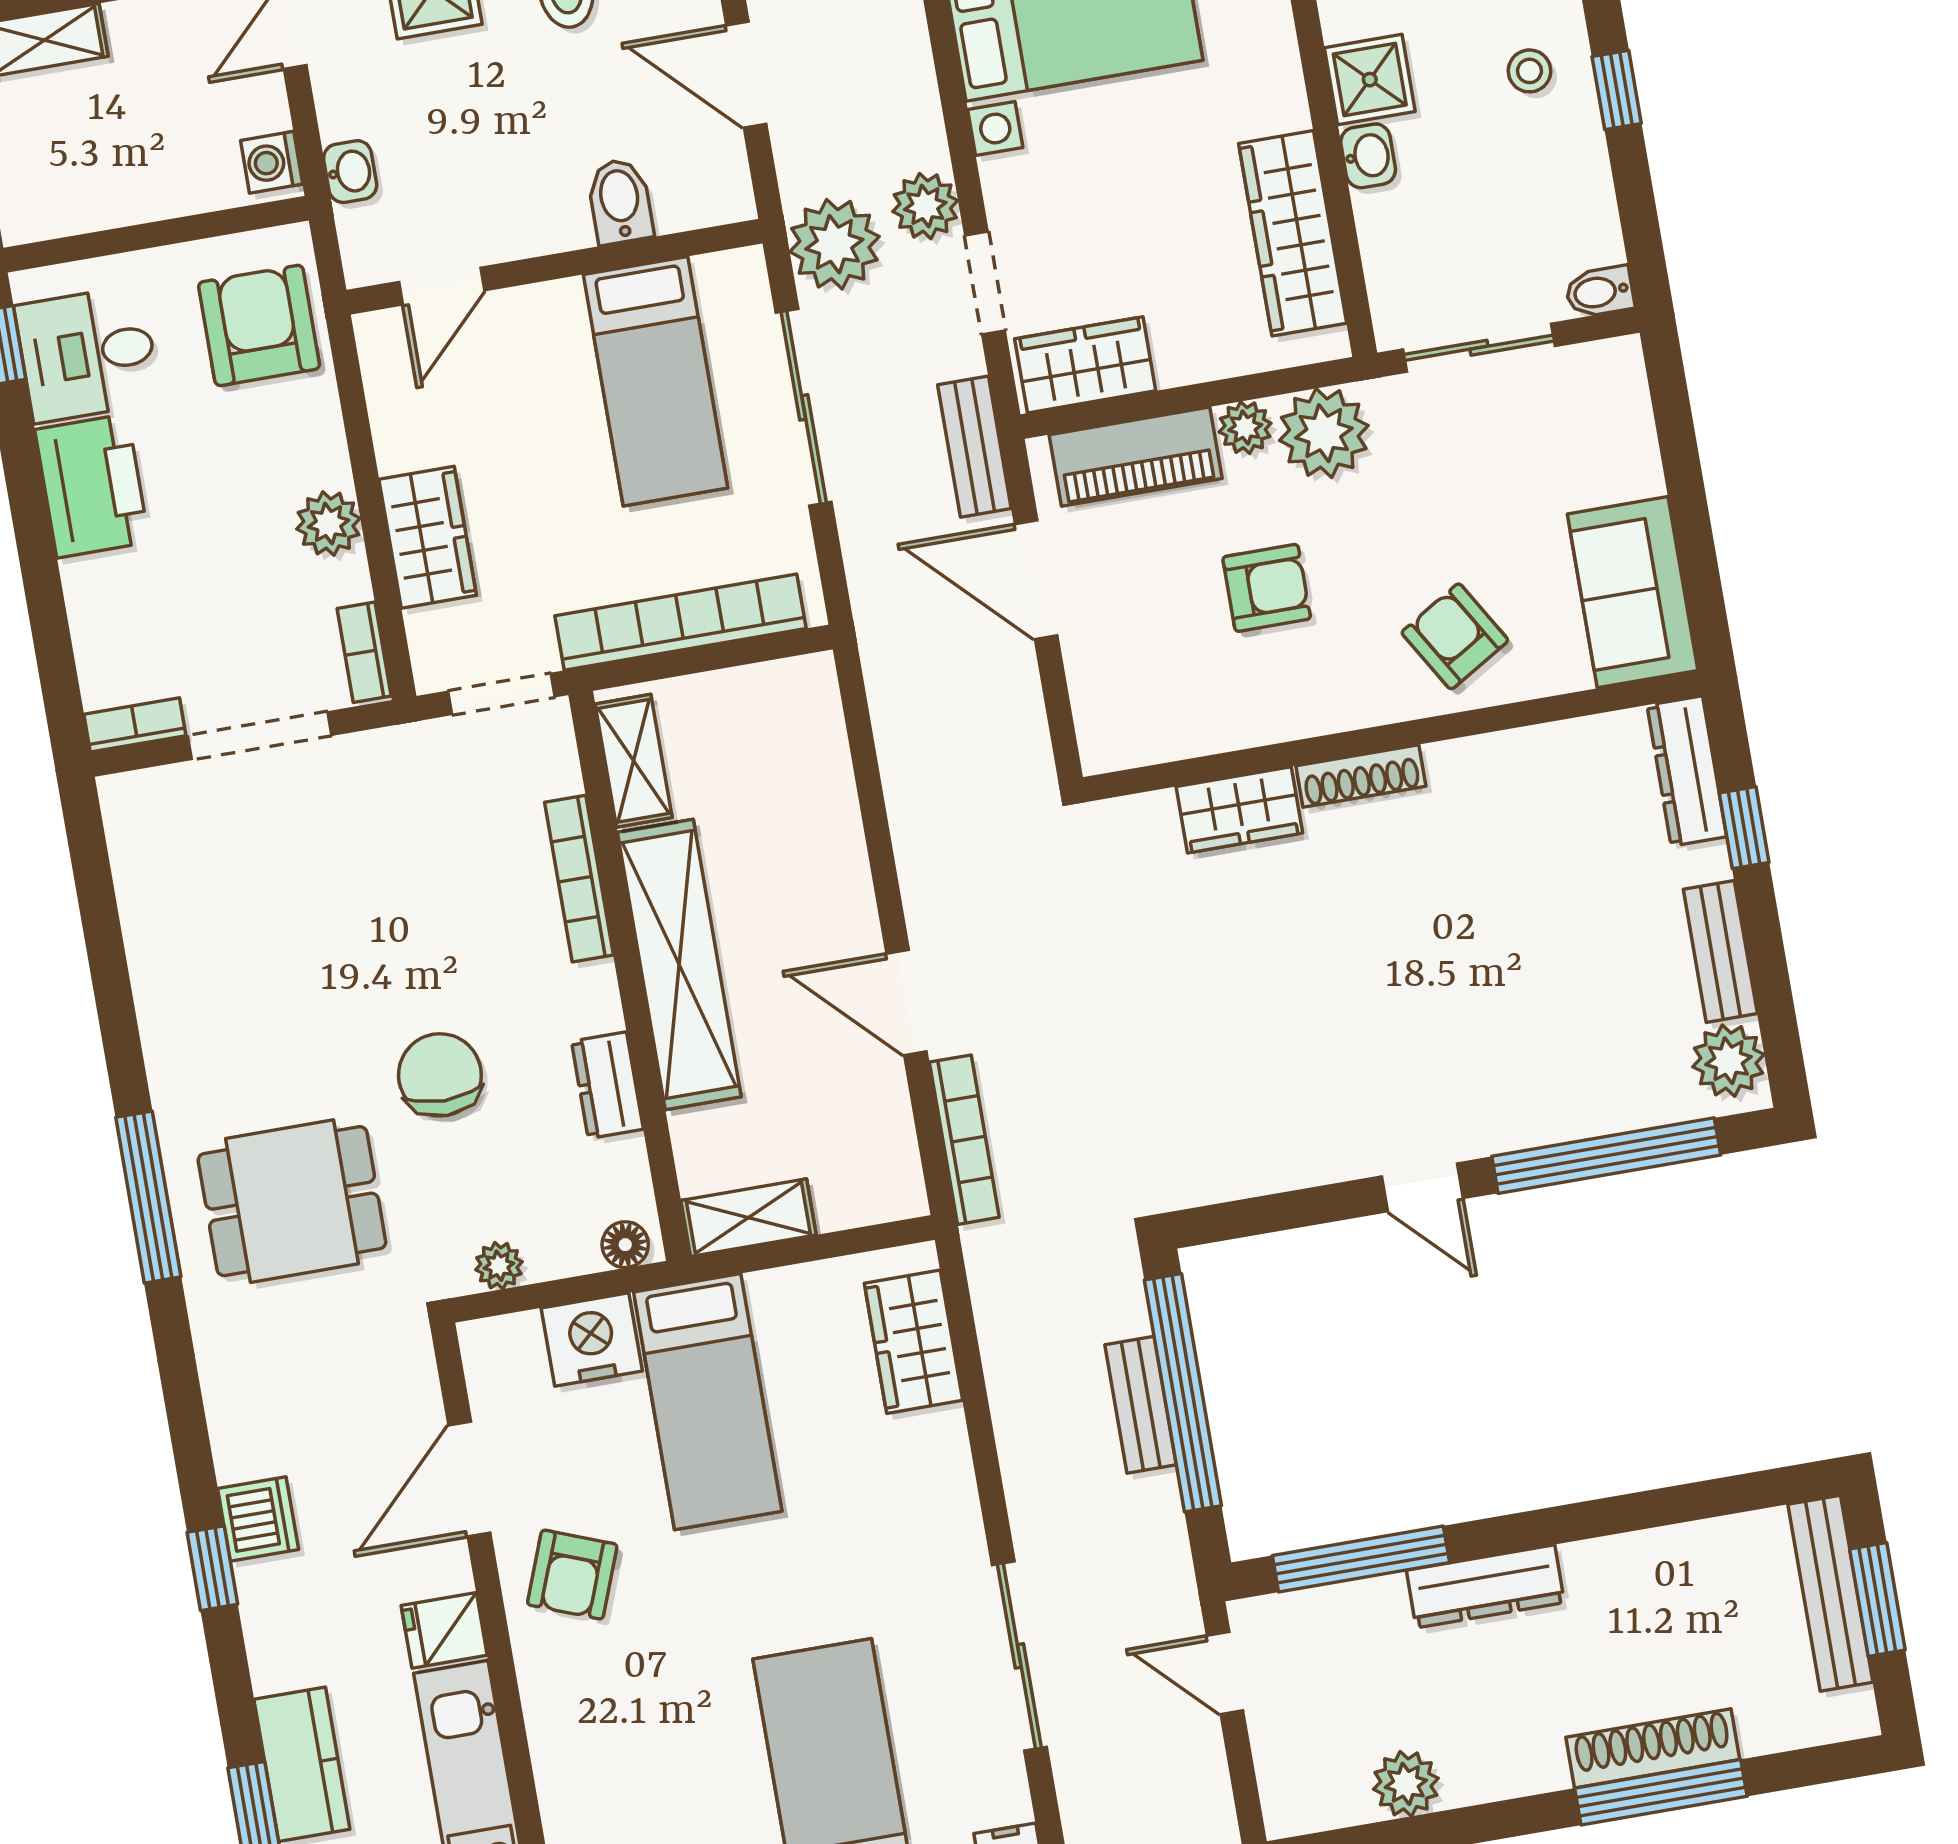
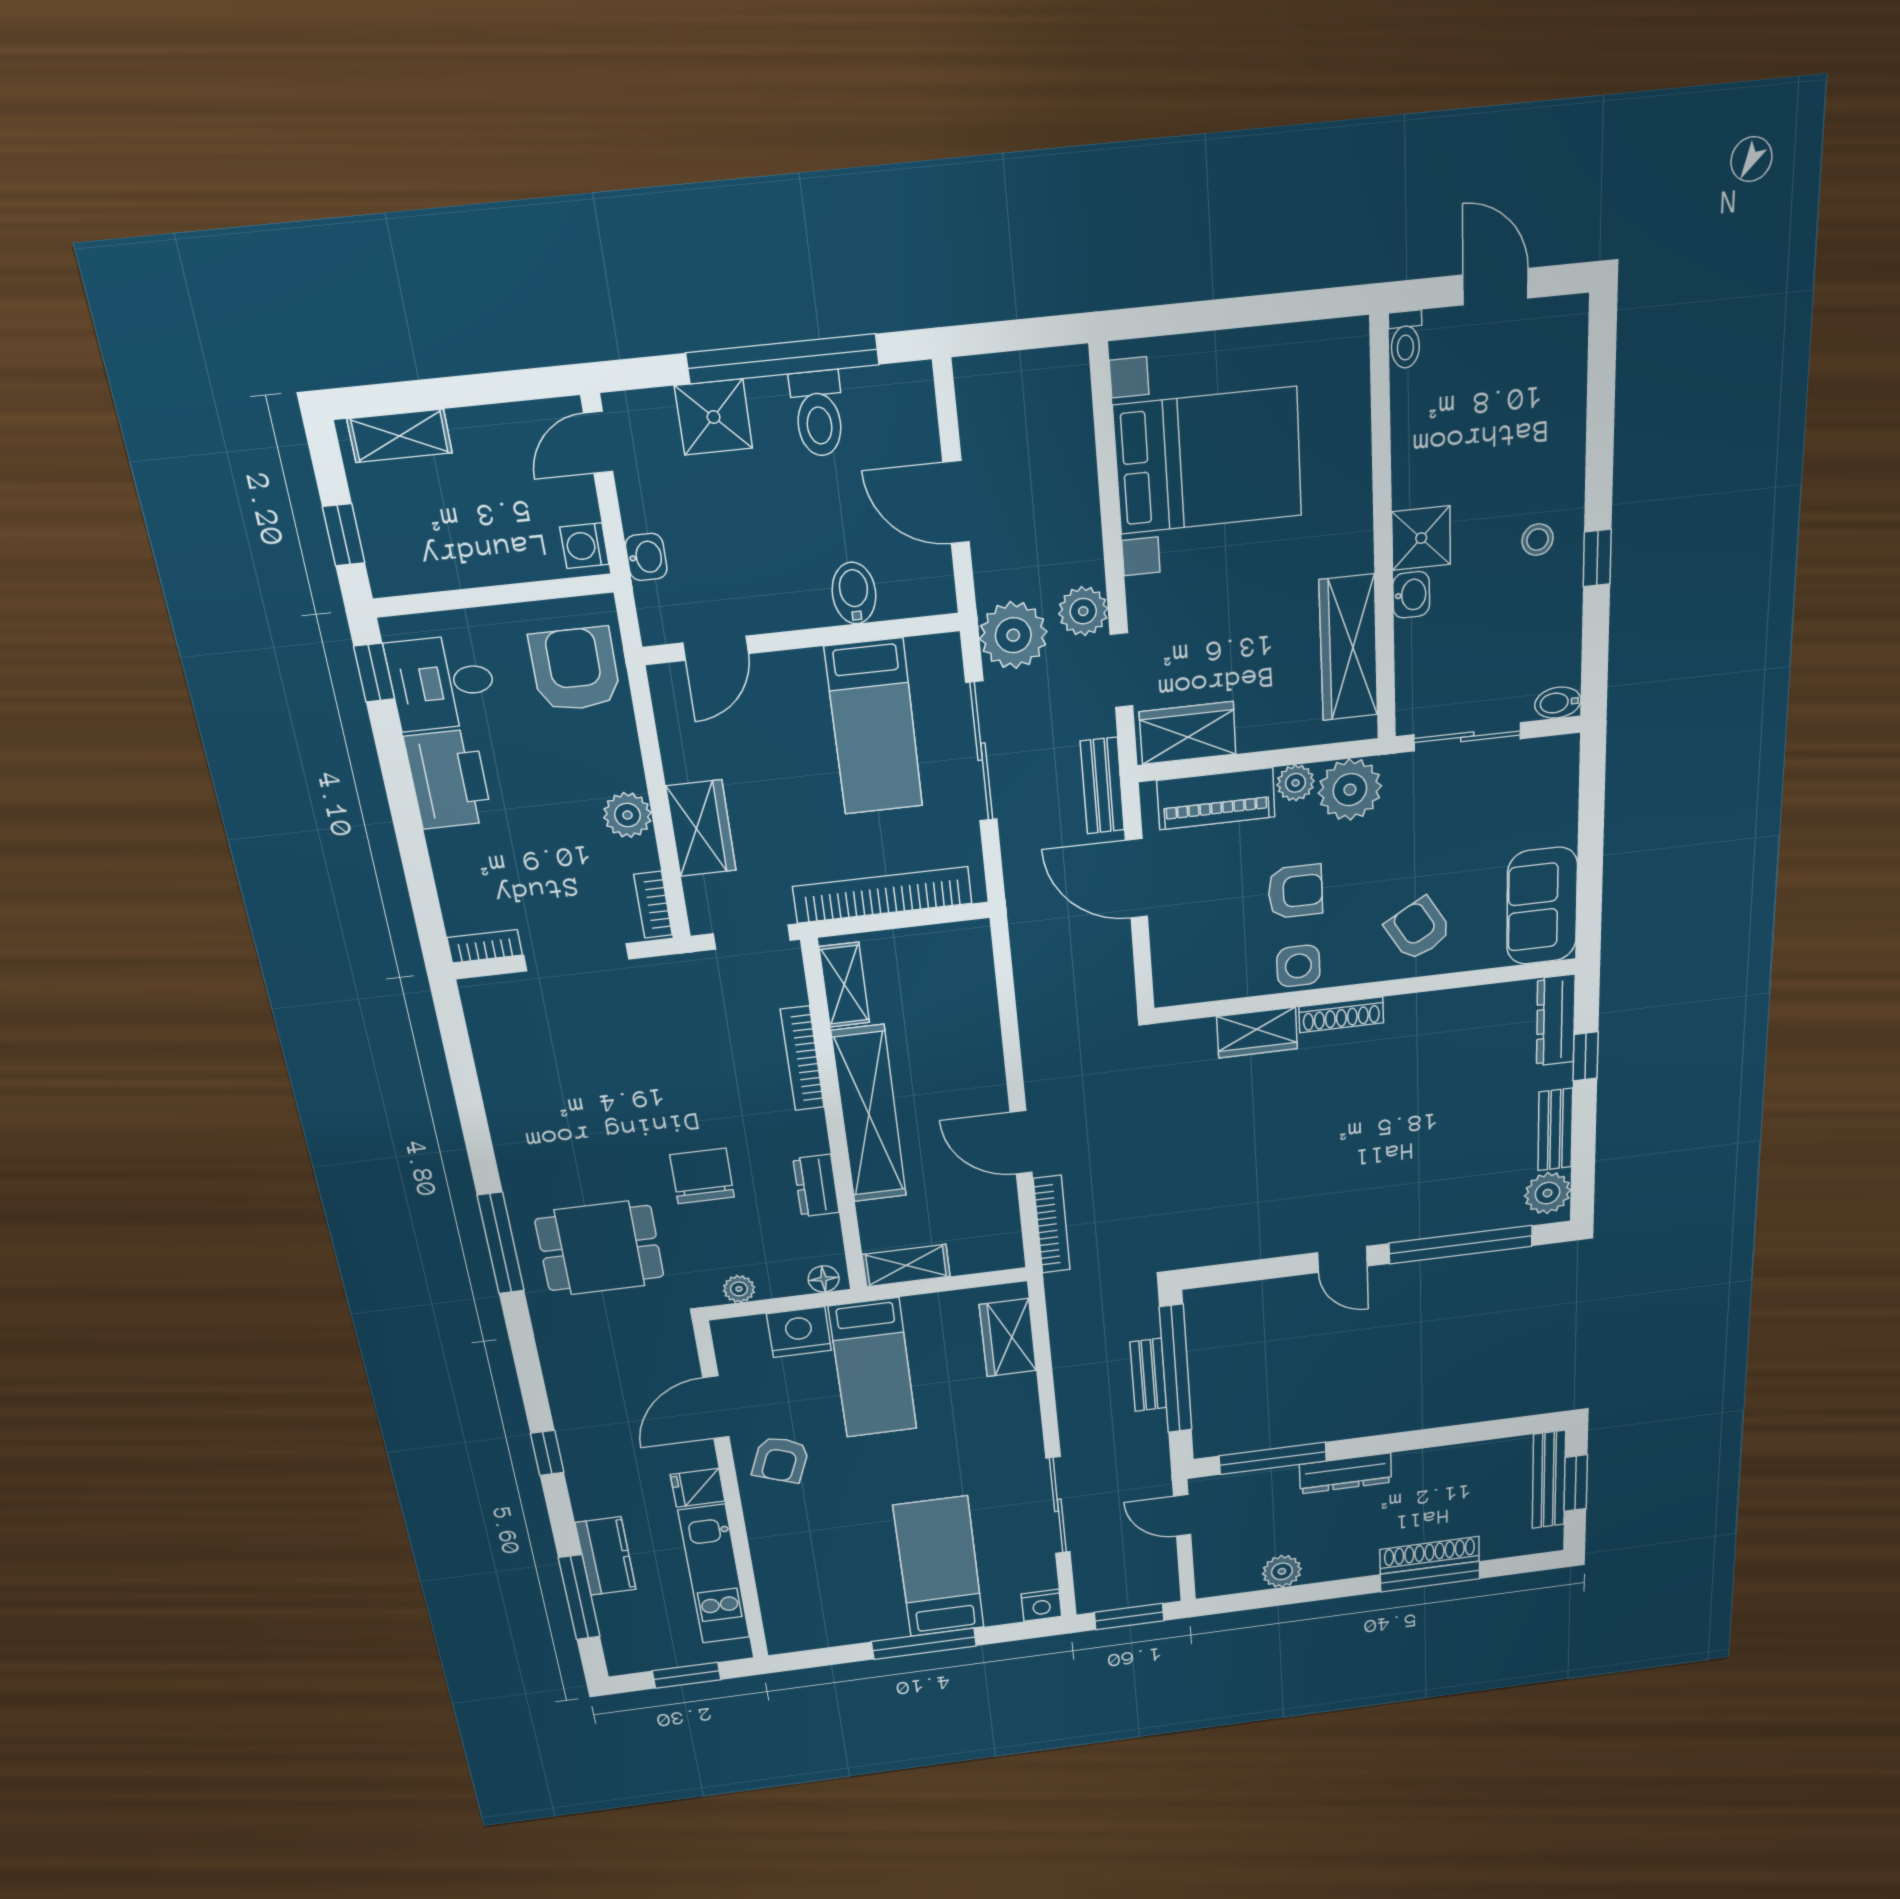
side table: (1287, 702) -> (1298, 966), added
dishwasher: (258, 1519) -> (577, 1427), removed

